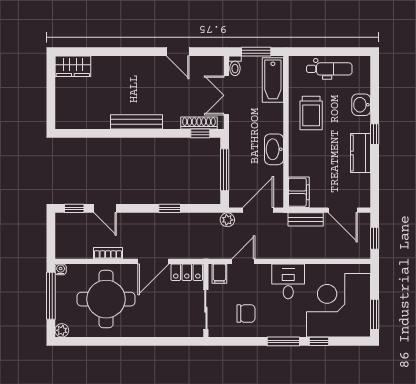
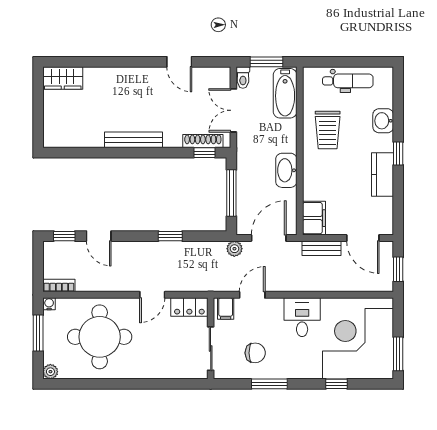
bookcase: (108, 253) -> (59, 286), moved
door: (153, 261) -> (152, 295), width x0.73
window: (51, 296) -> (38, 333), width x0.69
window: (283, 341) -> (269, 384), moved

